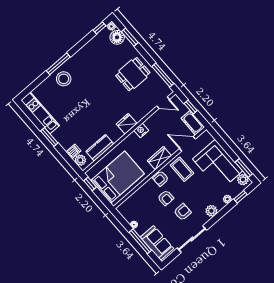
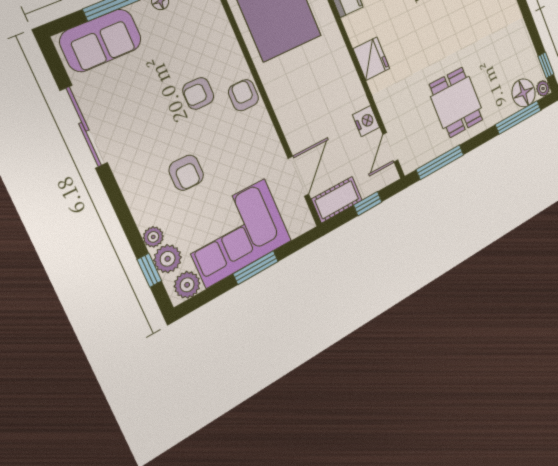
window: (130, 37) -> (518, 117), width x1.44
nightstand: (141, 130) -> (366, 121), moved
wardrobe: (159, 158) -> (286, 106), removed
window: (244, 168) -> (256, 268), moved
coffee table: (182, 169) -> (249, 149), removed
plant: (211, 211) -> (168, 259), moved
armchair: (182, 212) -> (186, 173), moved

